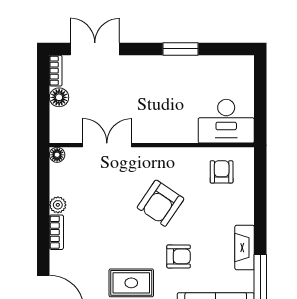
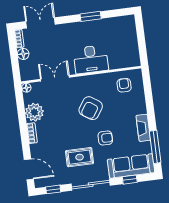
desk: (226, 121) -> (91, 59), moved
plant: (58, 205) -> (34, 112), width x1.87, depth x1.87

